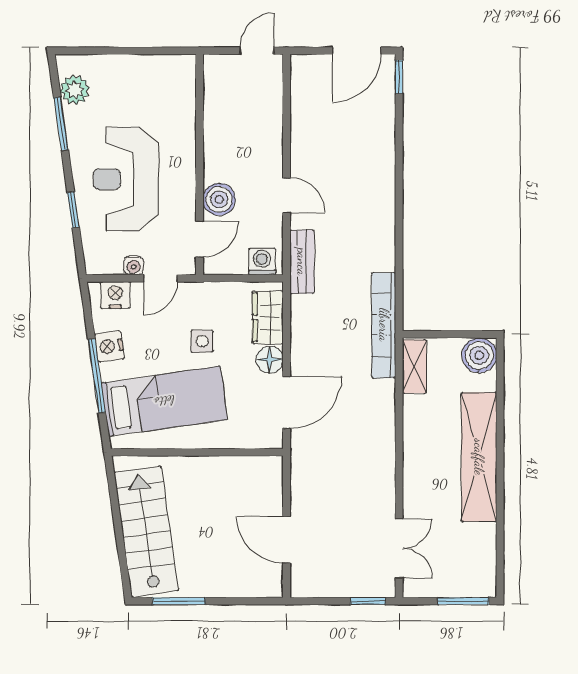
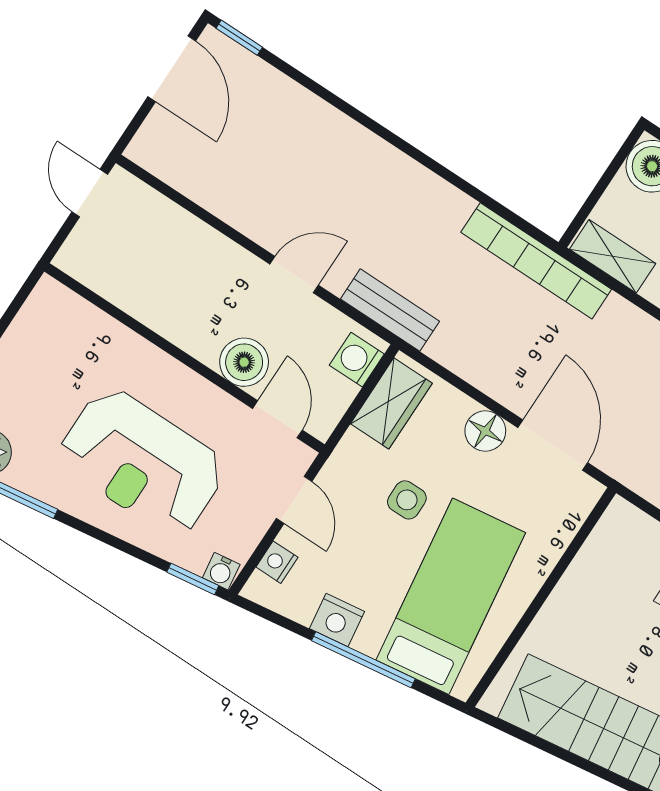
window: (73, 210) -> (193, 579), moved
water cooler: (134, 265) -> (221, 571), moved, turned 82
nightstand: (115, 295) -> (277, 562), width x0.72, depth x0.74
wardrobe: (268, 317) -> (391, 403), moved, turned -90

